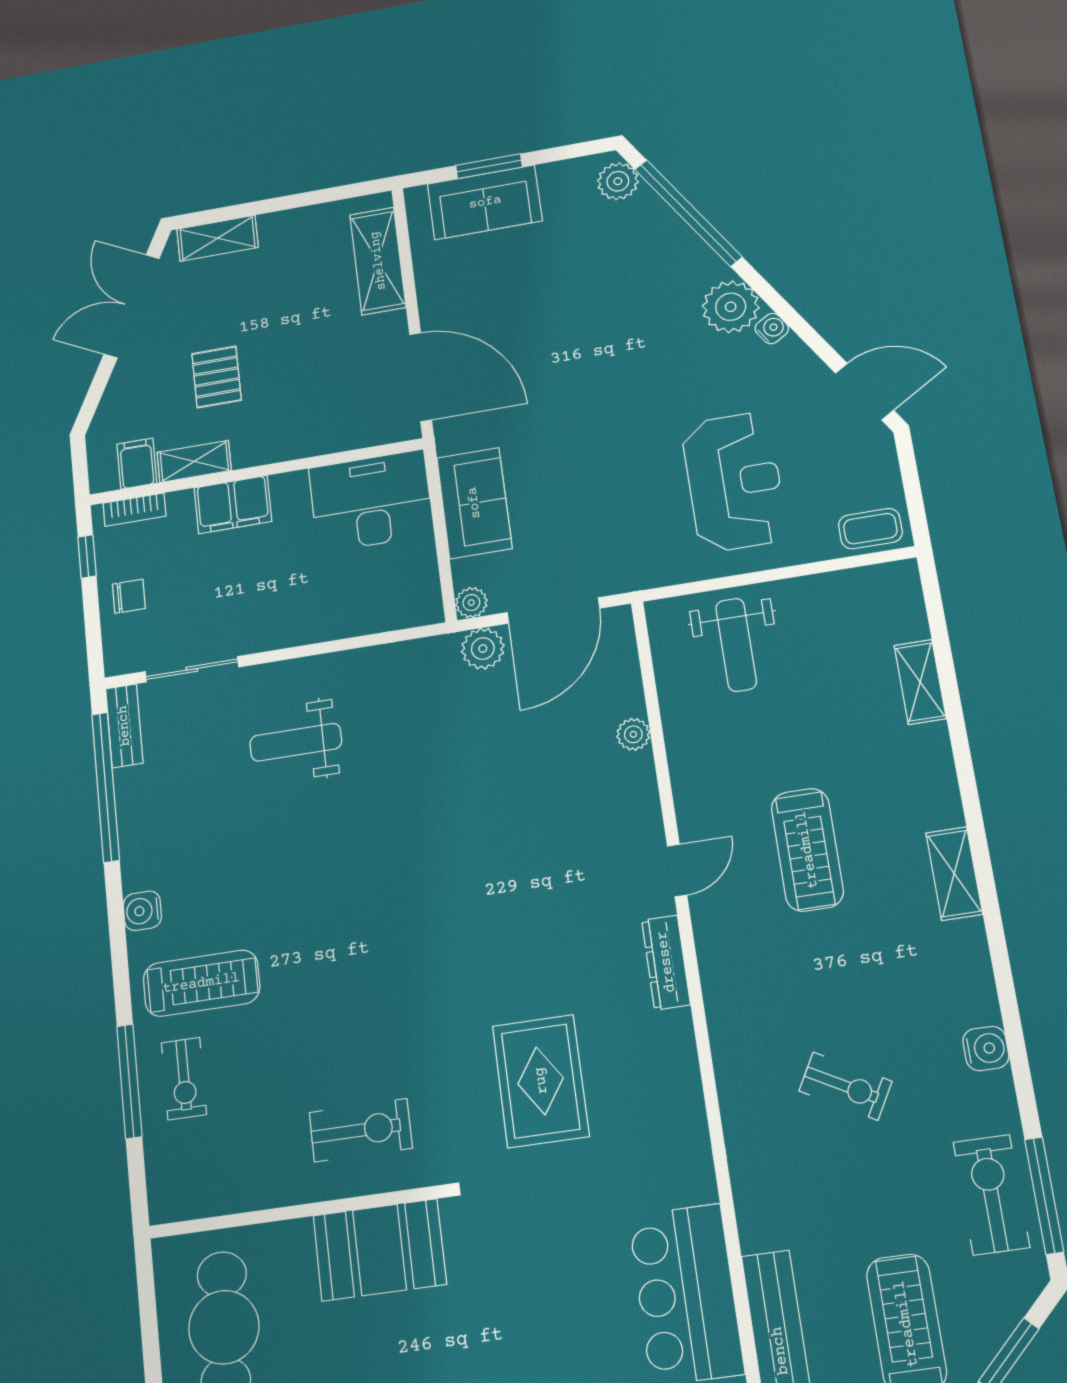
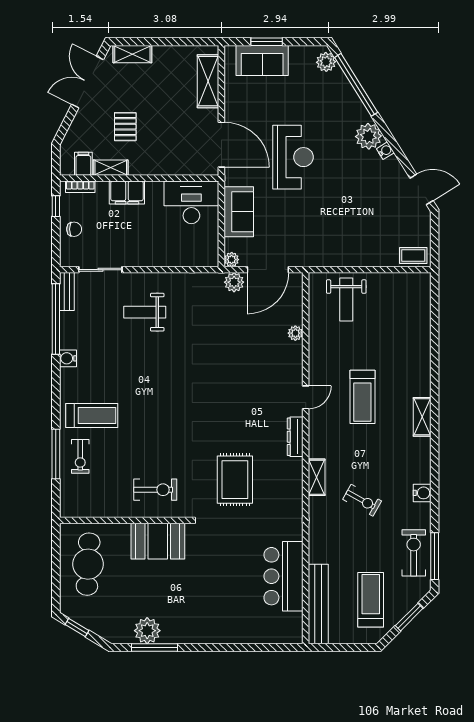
reception desk: (734, 482) -> (293, 157), moved
shelving: (920, 682) -> (317, 477), moved
water cooler: (142, 911) -> (68, 358), moved

